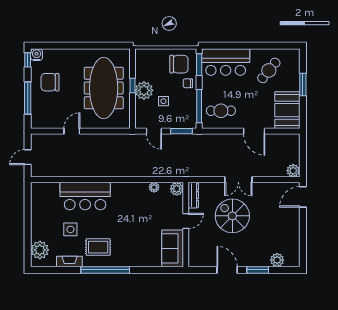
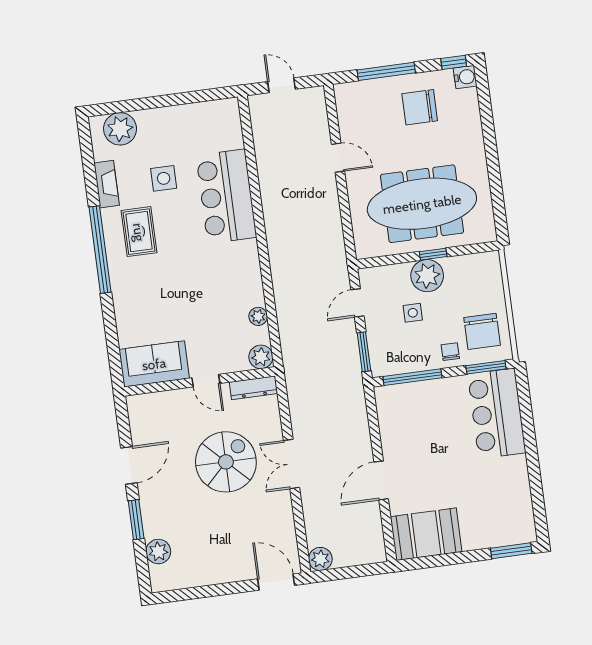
cafe table: (269, 70) -> (492, 492), removed
chair: (50, 82) -> (420, 107), turned -90
window: (303, 84) -> (511, 551), moved
cafe table: (221, 111) -> (409, 417), removed

